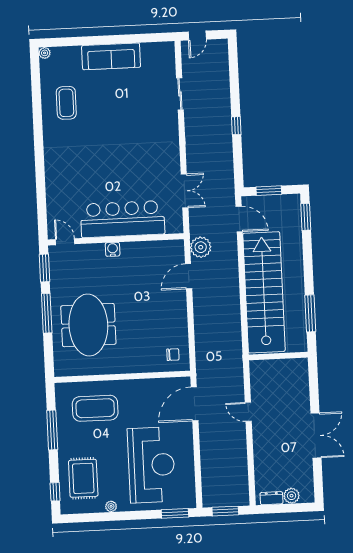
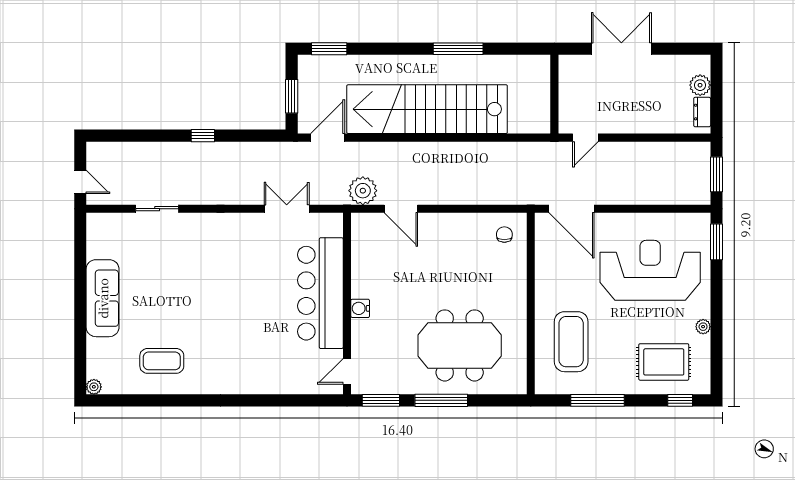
wall: (278, 356) -> (554, 94), moved

